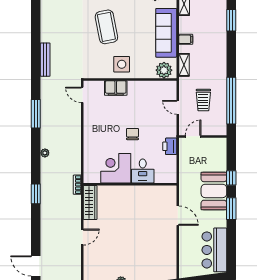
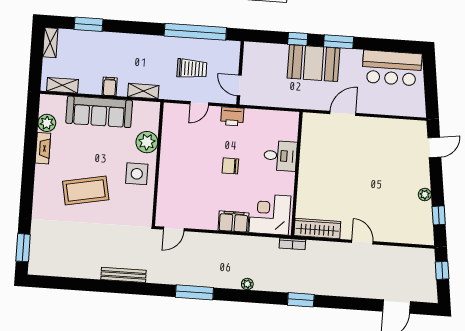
plant: (164, 70) -> (147, 142), moved
filing cabinet: (116, 88) -> (233, 222), moved, turned -90
printer: (170, 146) -> (232, 116), moved
corner desk: (116, 168) -> (270, 214), moved, turned 90

